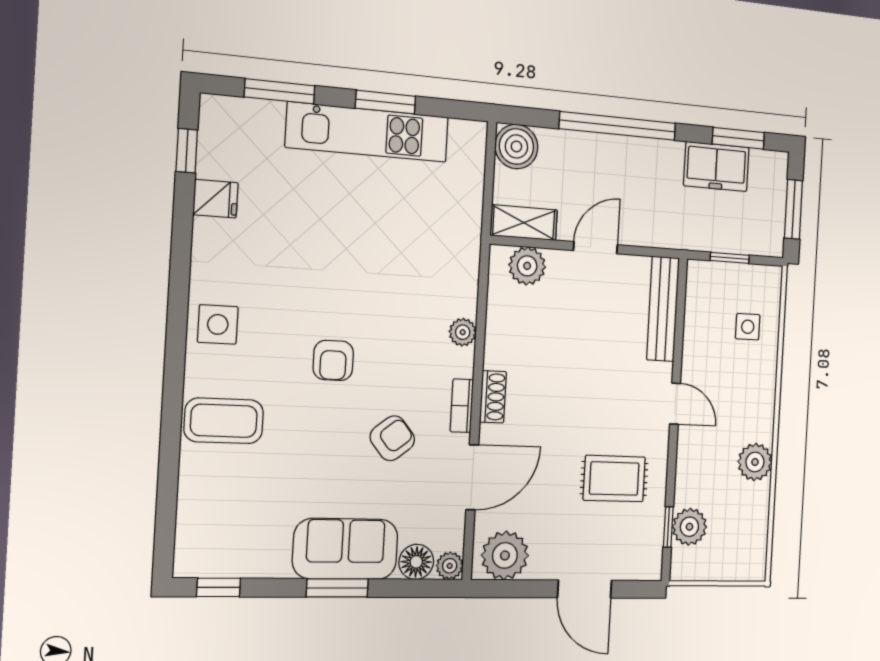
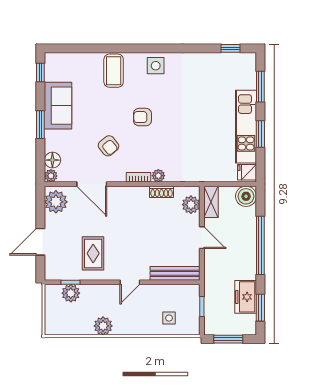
fridge: (215, 199) -> (247, 172), moved, turned 90
shoe rack: (493, 397) -> (162, 192), moved
bookcase: (462, 406) -> (139, 177), moved
sofa: (345, 549) -> (58, 106), moved

